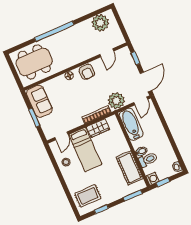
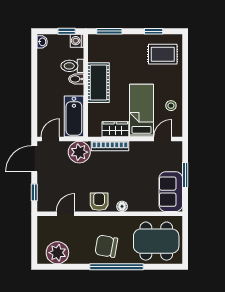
chair: (68, 43) -> (106, 246), added
cot: (130, 168) -> (99, 83), moved

